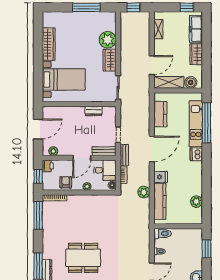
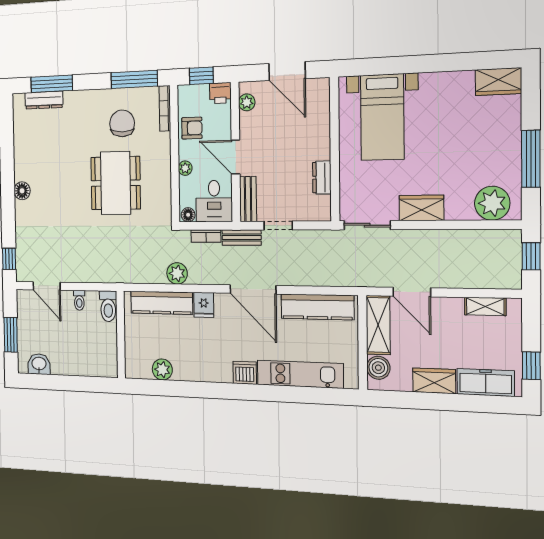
plant: (108, 40) -> (492, 203), moved
wardrobe: (49, 44) -> (498, 82), moved, width x0.67
kitchen counter: (160, 114) -> (317, 307), width x1.50
window: (206, 123) -> (302, 395), removed
chair: (62, 223) -> (122, 123), added
window: (206, 249) -> (85, 384), removed
dining table: (83, 258) -> (116, 183), moved

